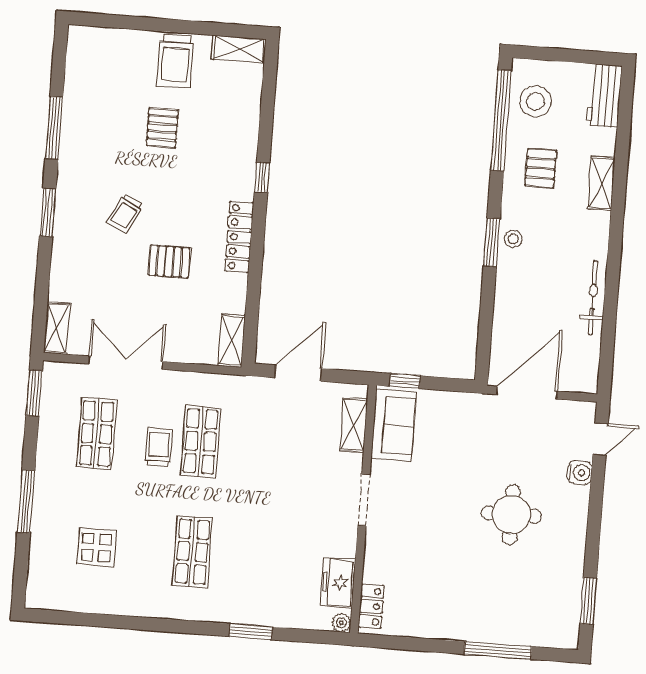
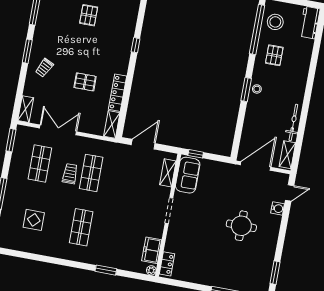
shelving: (601, 183) -> (287, 155), moved
trolley: (125, 213) -> (44, 68), moved
locker: (239, 237) -> (118, 93), moved

